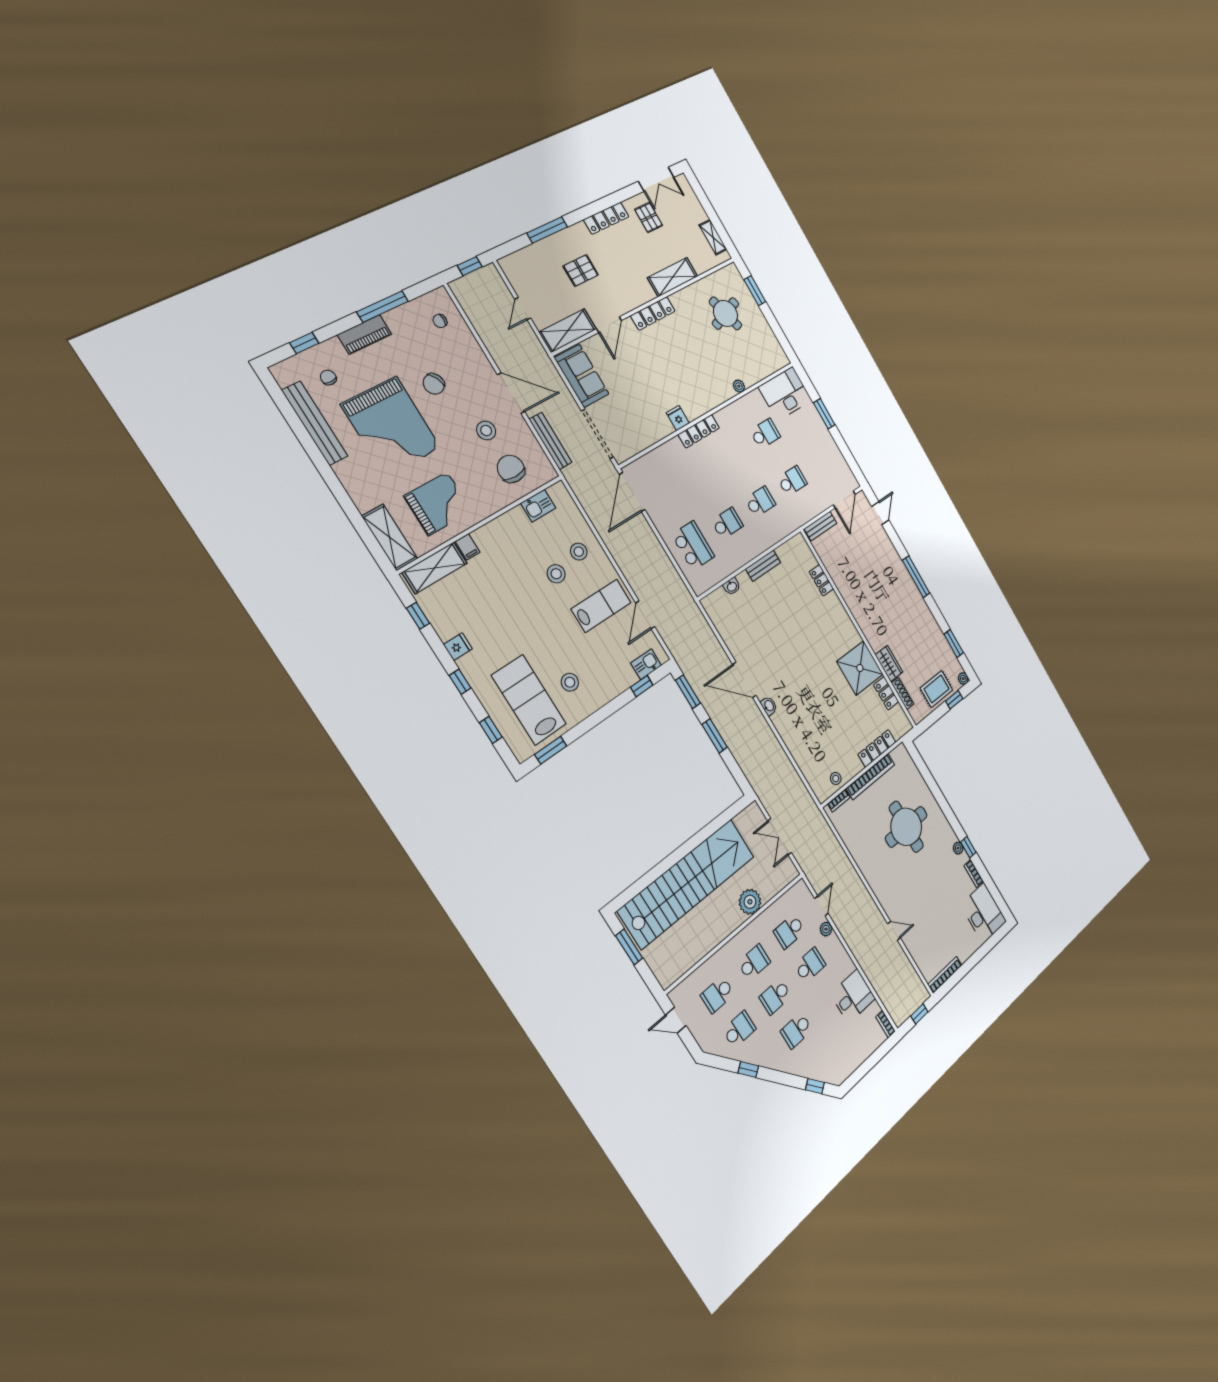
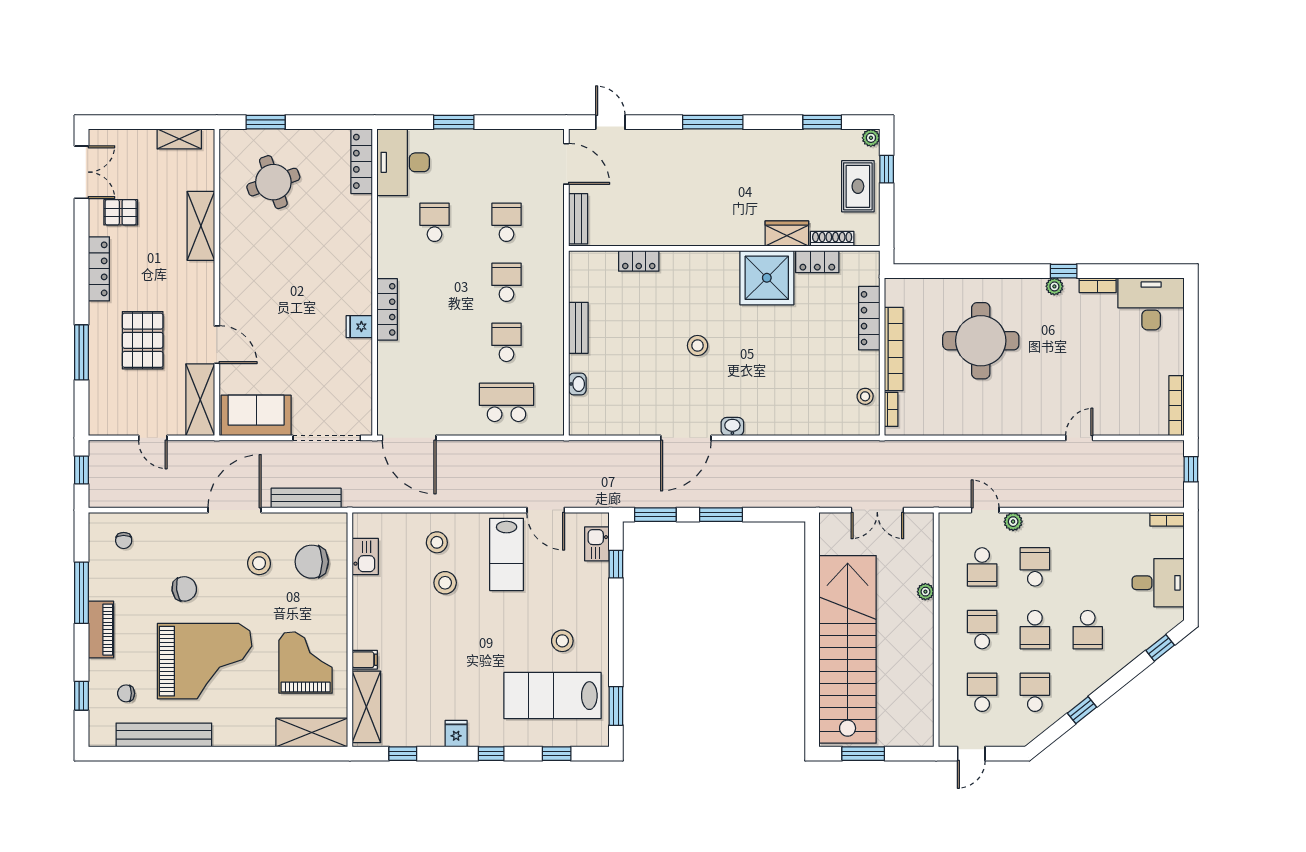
pallet: (581, 270) -> (143, 340), width x1.50, depth x1.42
locker: (653, 313) -> (362, 161), moved, turned 180
chair: (434, 384) -> (184, 589), turned -70
plant: (739, 386) -> (364, 221), removed
lab bench: (601, 606) -> (507, 554), turned 180
stool: (799, 650) -> (698, 346), added
plant: (750, 902) -> (925, 592), width x0.53, depth x0.53
school desk: (718, 995) -> (982, 692), turned 180
desk: (853, 996) -> (1158, 583), moved, turned 90

